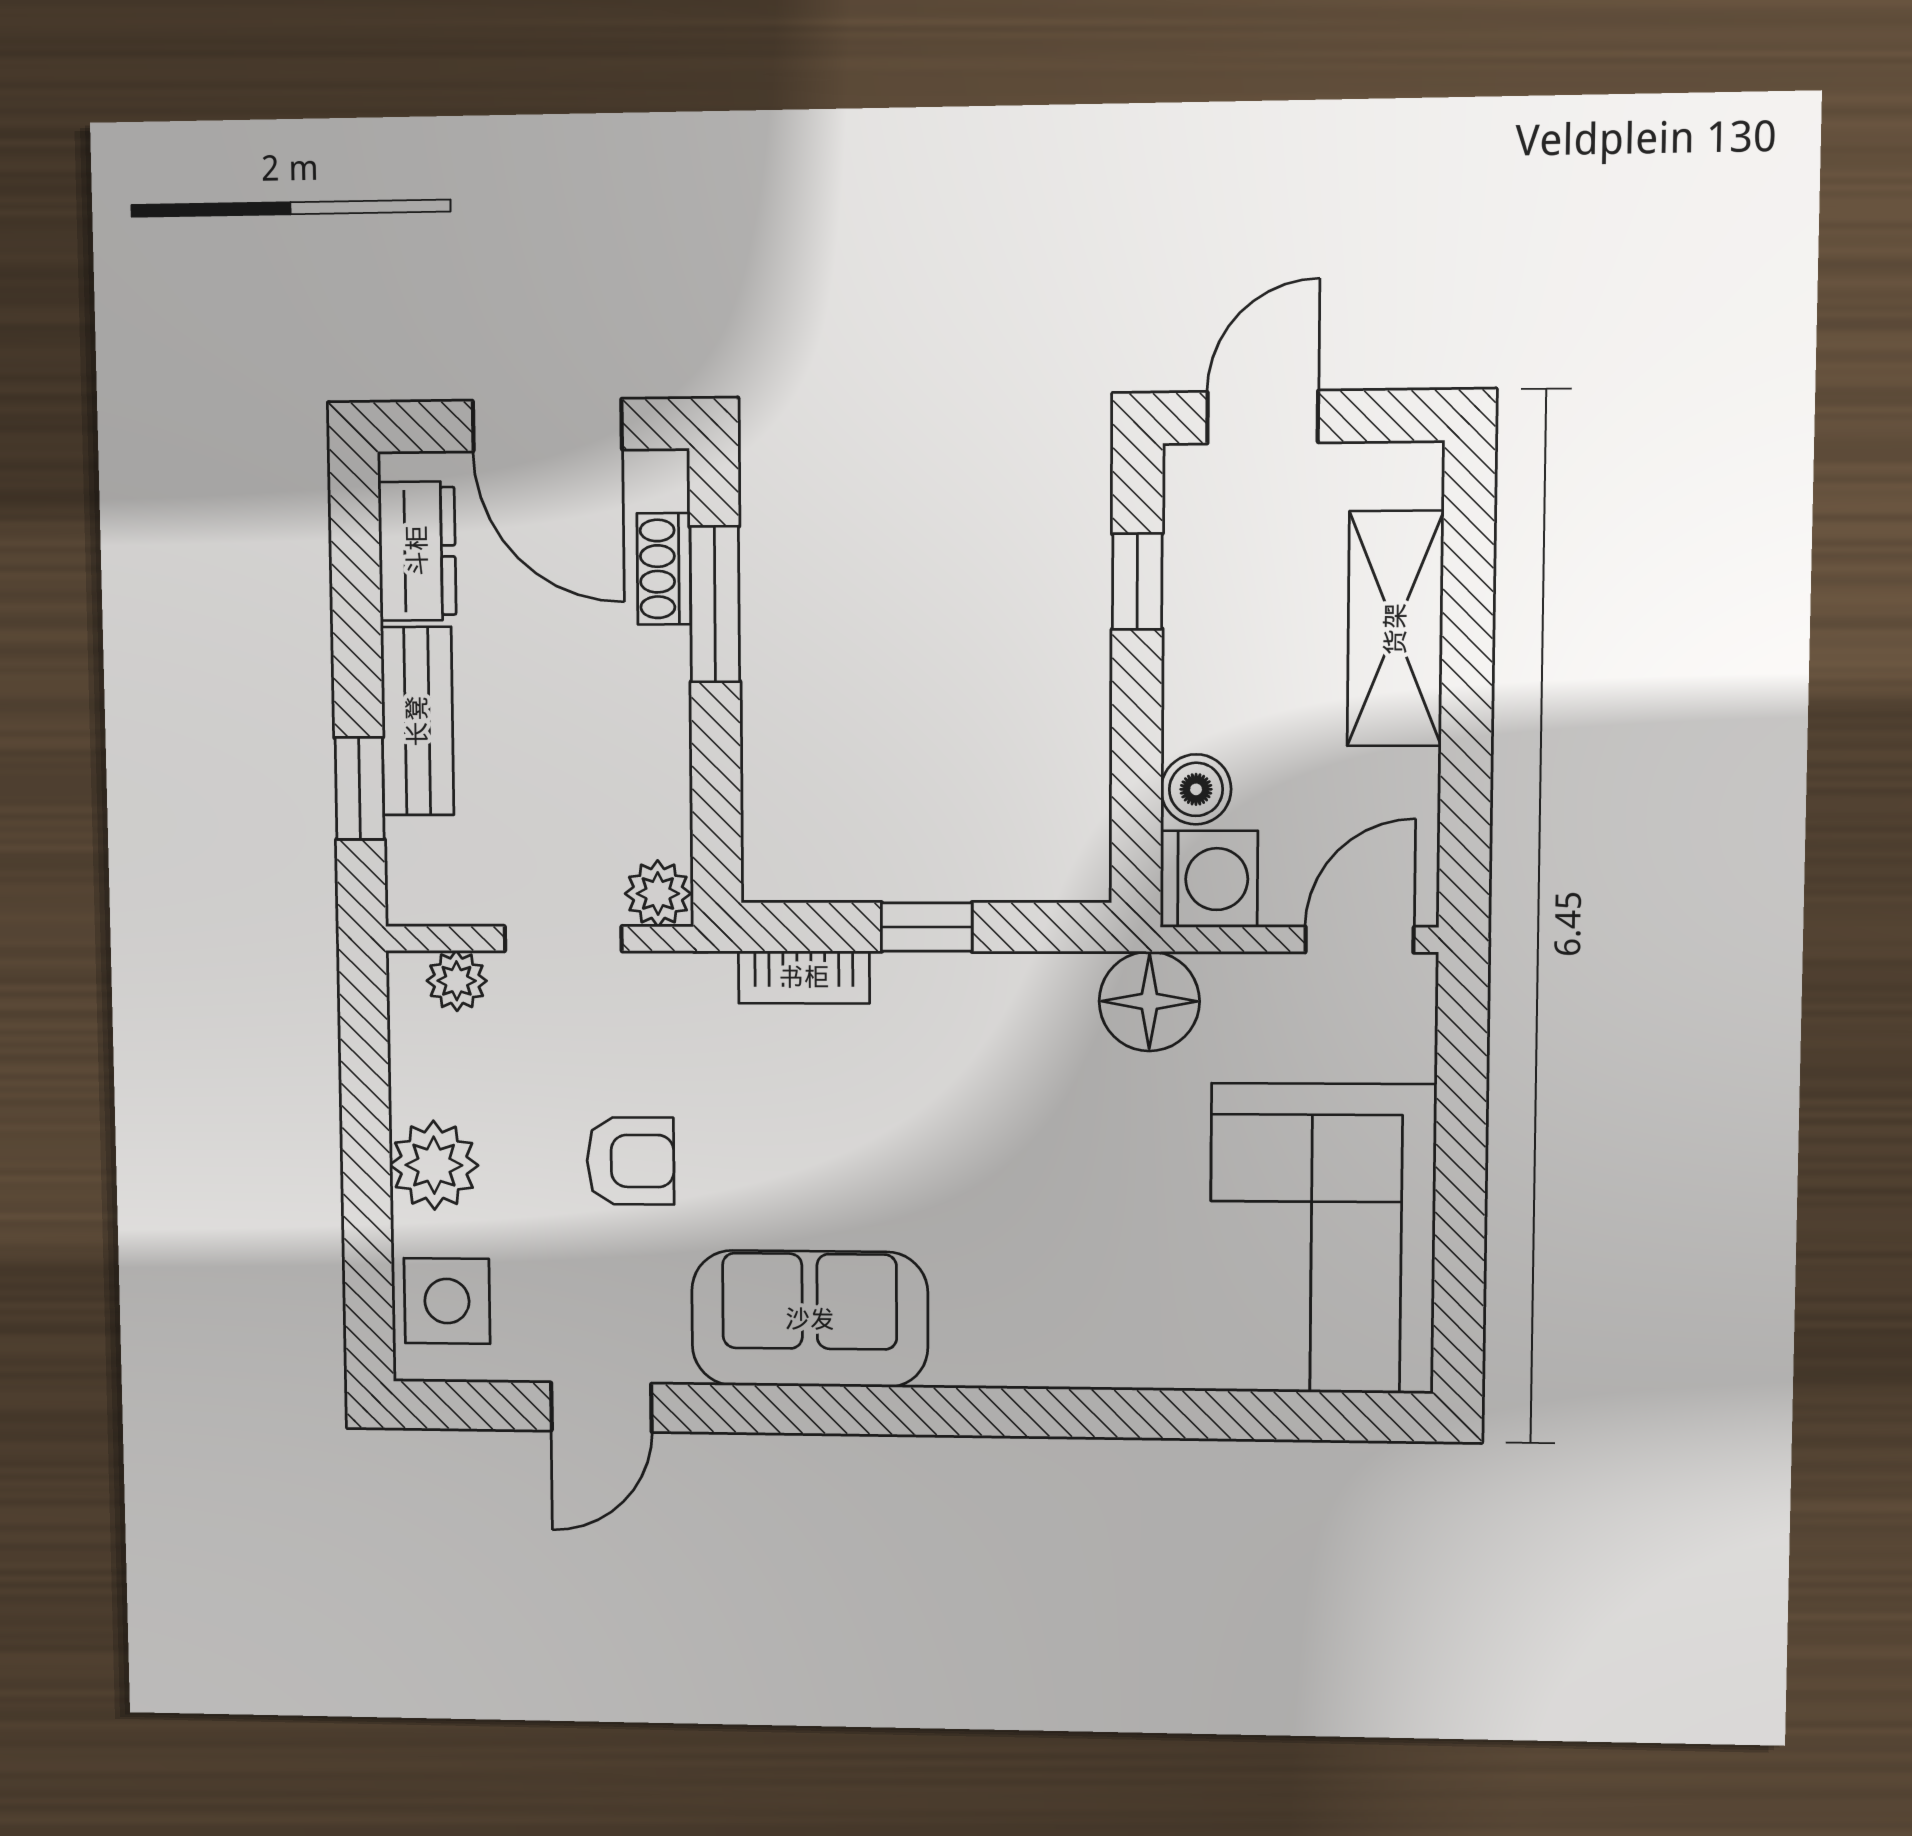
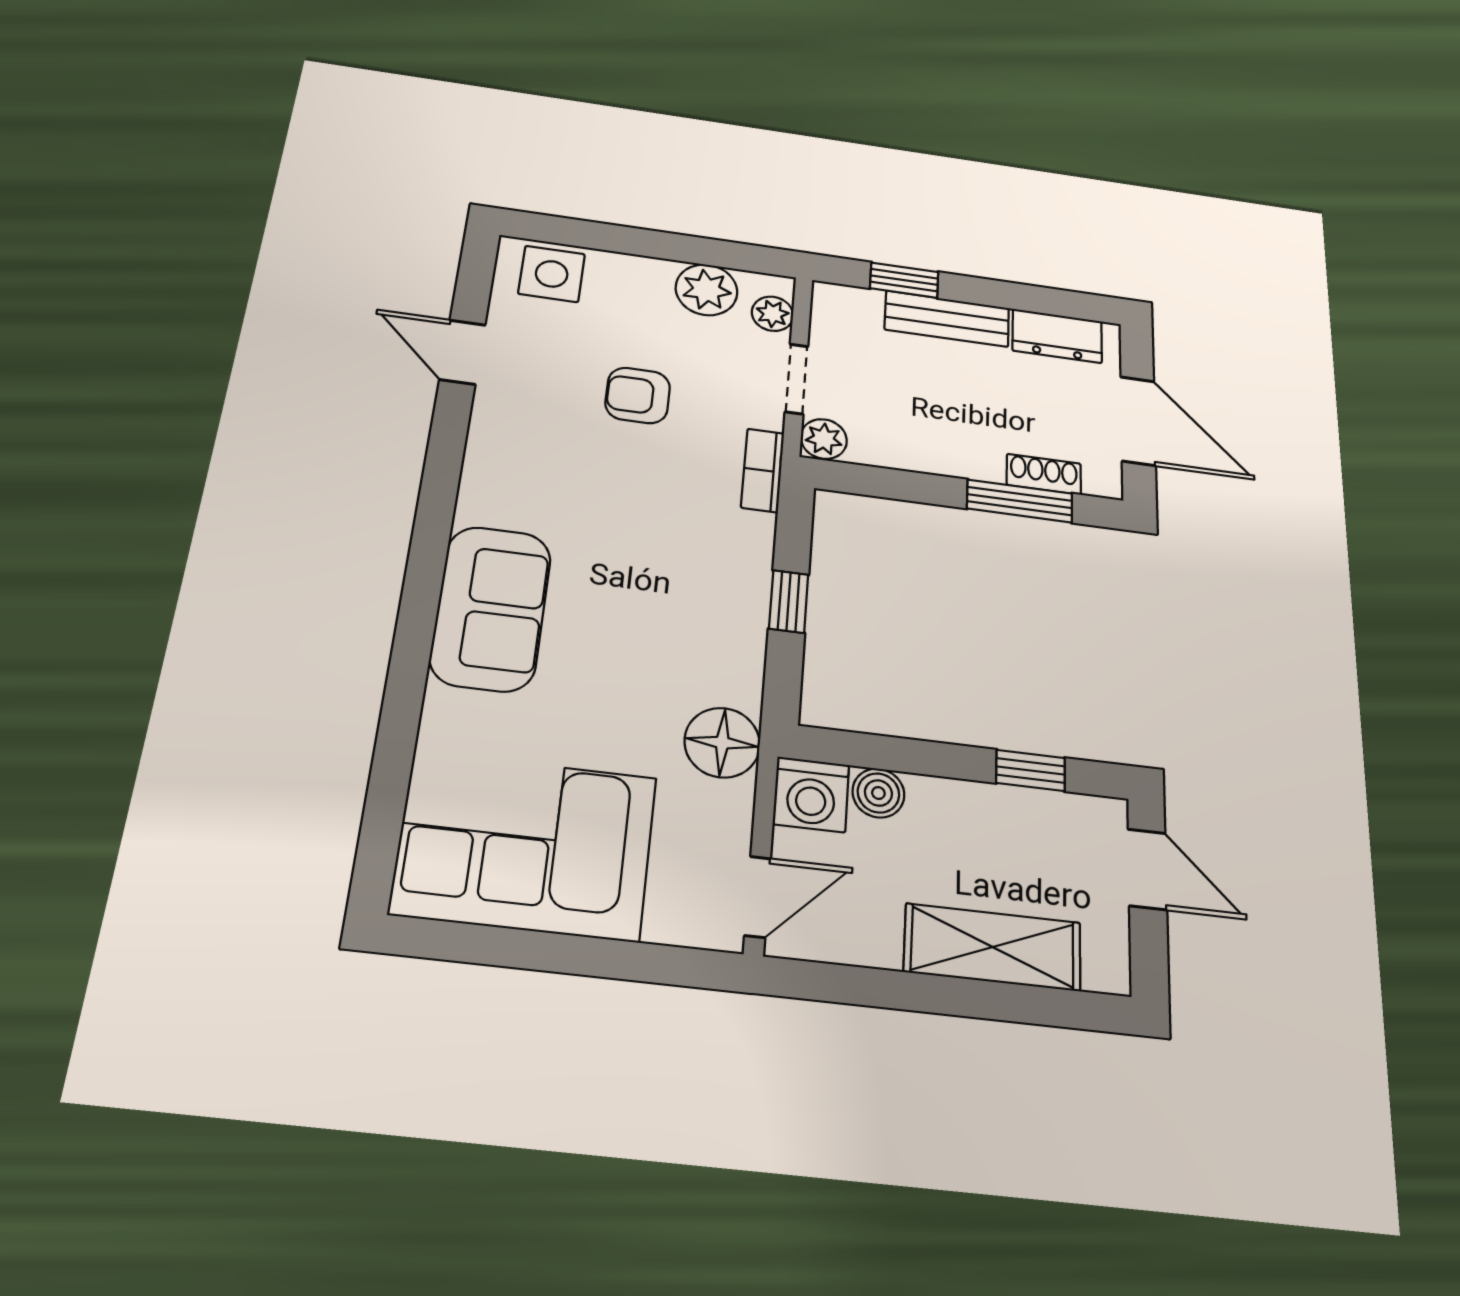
door: (547, 425) -> (1138, 421), swing flipped
door: (1359, 940) -> (758, 897), hinge flipped
bookcase: (804, 977) -> (763, 470), moved
armchair: (630, 1161) -> (638, 395), turned 90
plant: (434, 1165) -> (707, 290), moved
sofa: (810, 1319) -> (491, 608), moved

